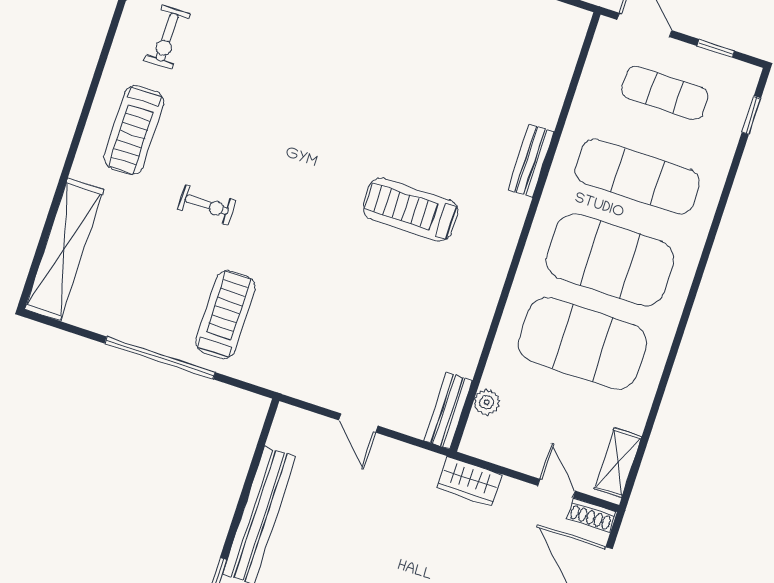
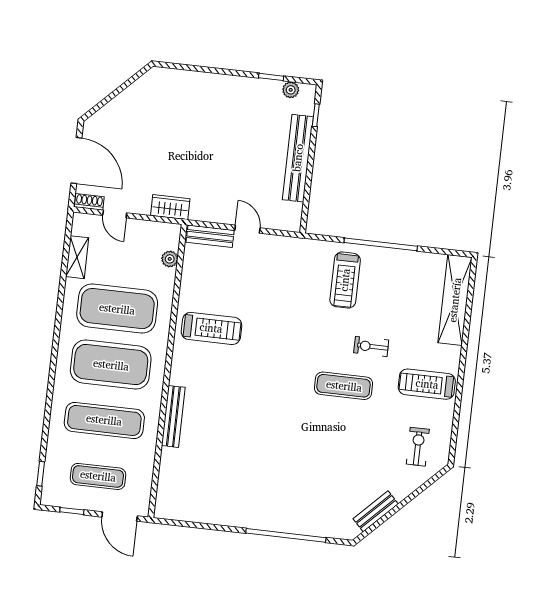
treadmill: (134, 130) -> (427, 384), turned -90
exercise mat: (261, 154) -> (344, 386), added
bench: (531, 161) -> (173, 416), width x1.36
treadmill: (410, 210) -> (211, 328), moved
bench: (448, 411) -> (210, 236), moved, turned 90
shelving: (618, 463) -> (77, 257), moved

